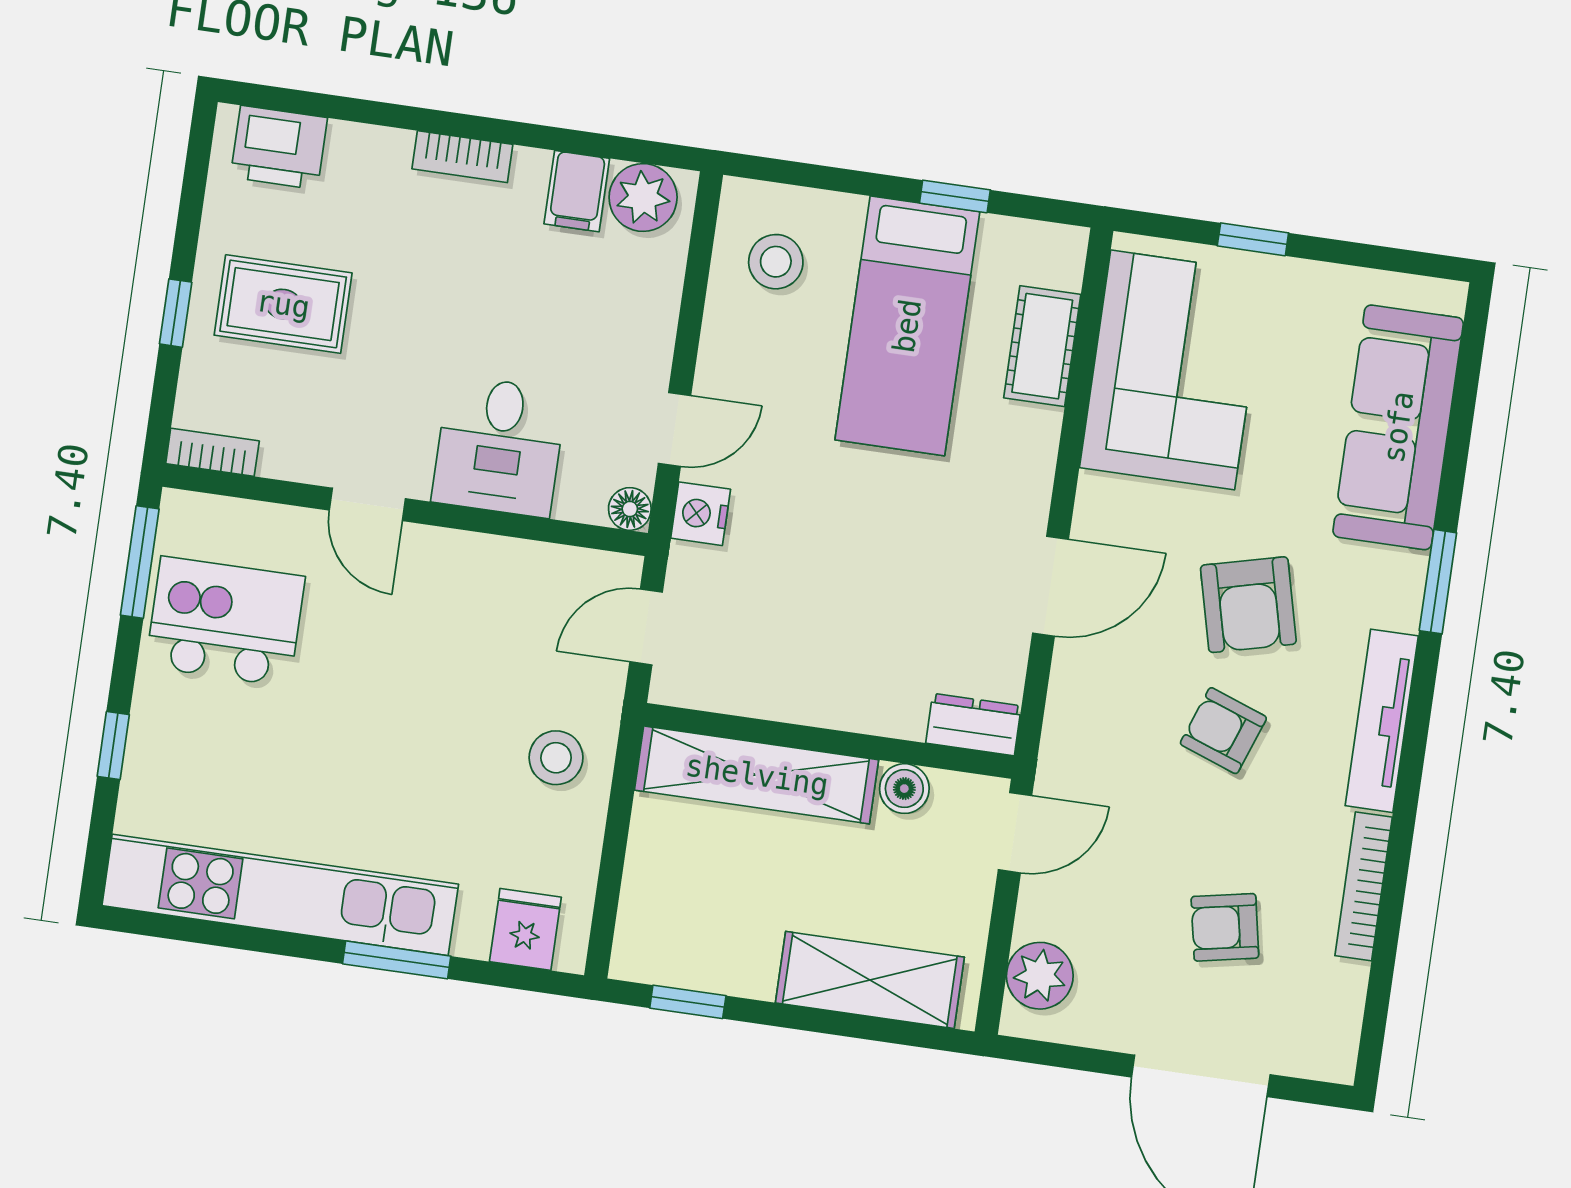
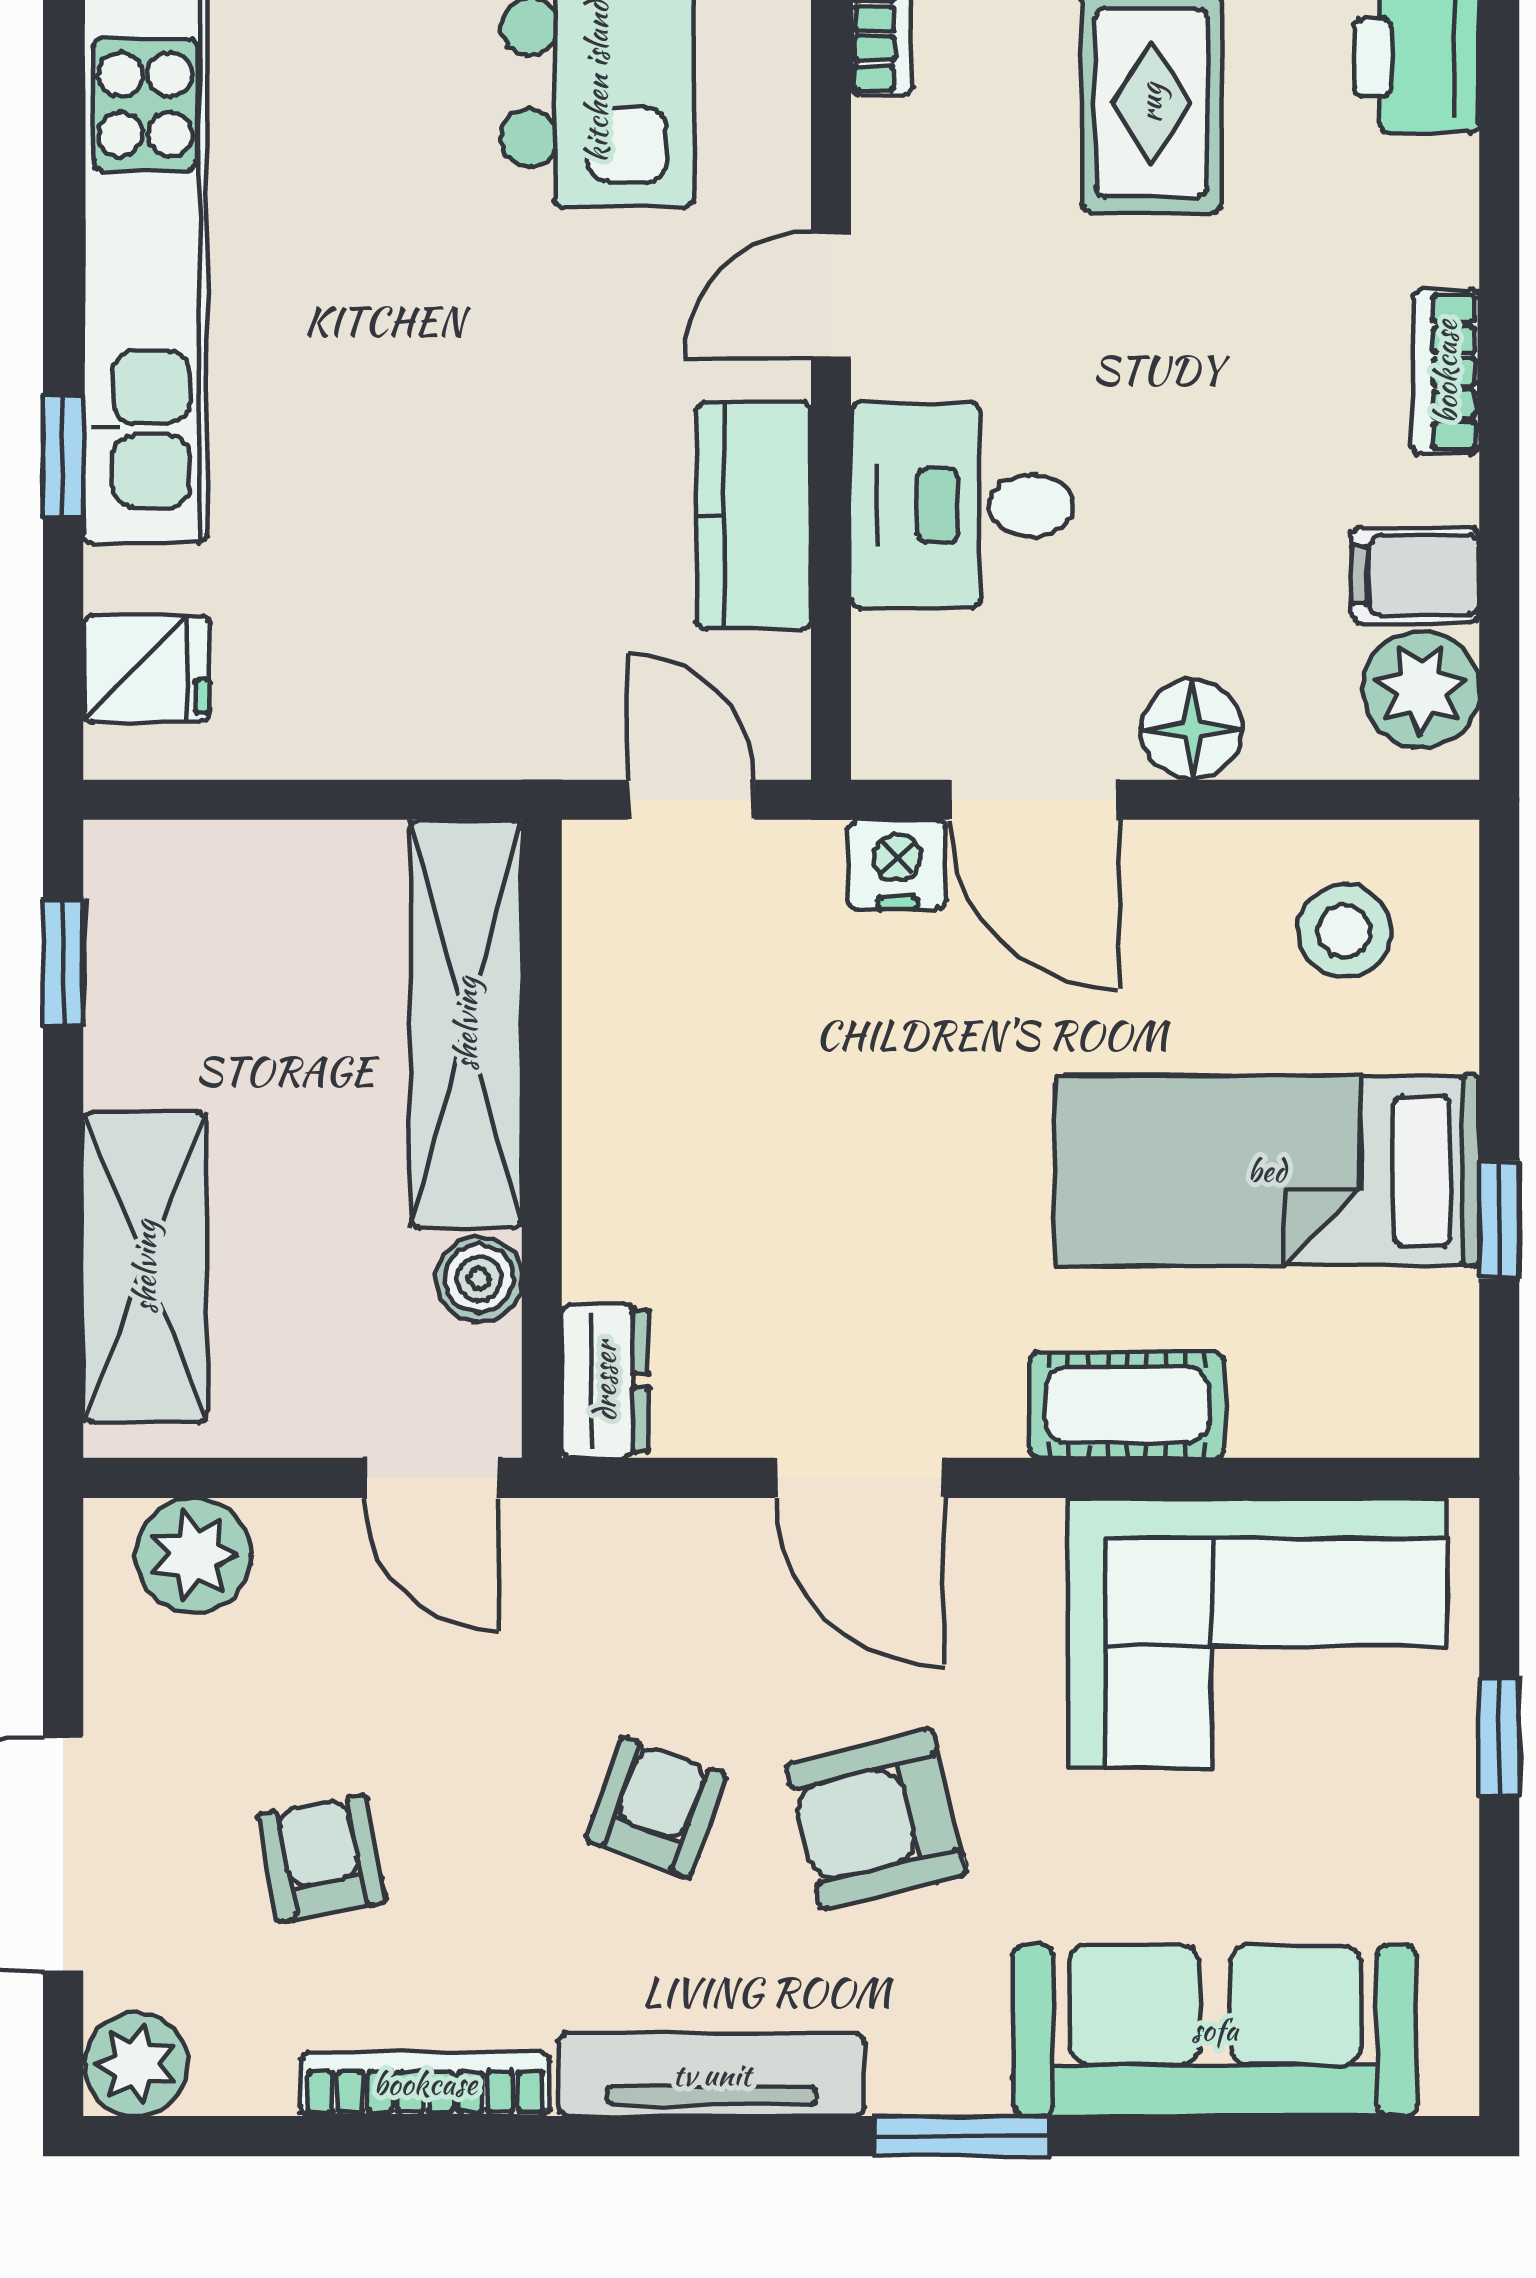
cot: (1042, 346) -> (1127, 1405), moved
door: (675, 430) -> (1034, 800), width x1.38
floor lamp: (630, 509) -> (1192, 729), moved, width x1.37, depth x1.37
kitchen counter: (488, 567) -> (754, 516), added
stool: (556, 758) -> (446, 678), removed
window: (397, 960) -> (63, 457), width x0.67
plant: (1328, 1051) -> (136, 2064), added

